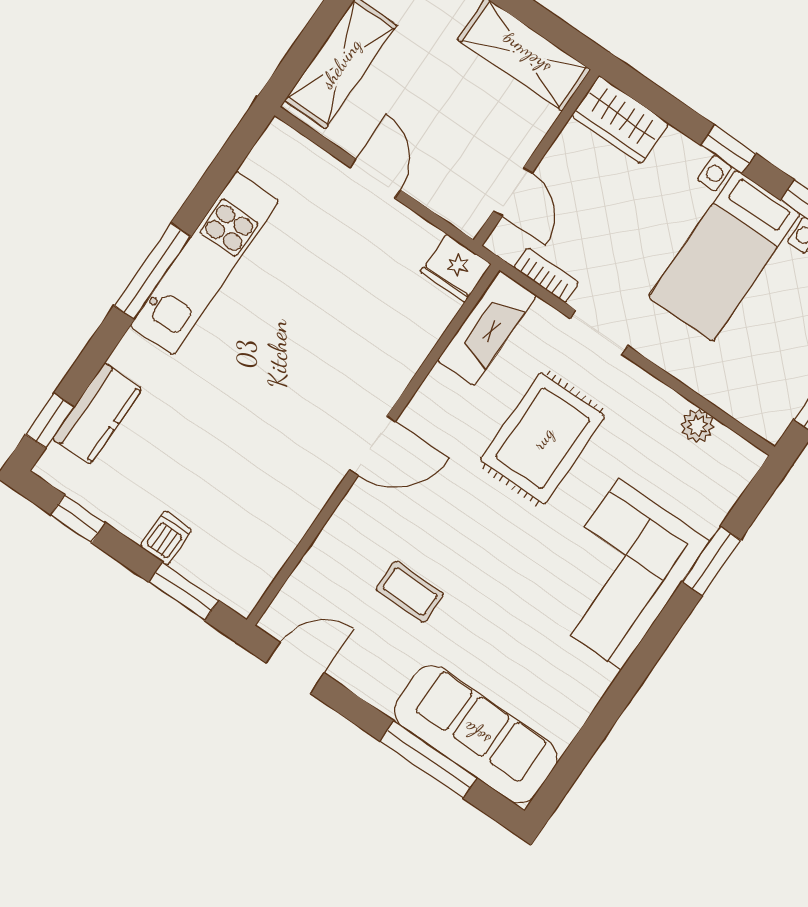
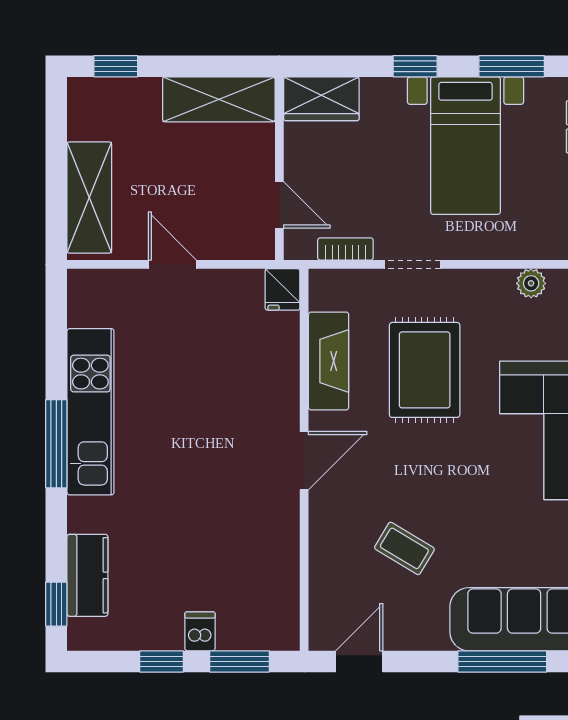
fridge: (456, 268) -> (283, 289), width x0.72
fireplace: (487, 328) -> (329, 361), moved
window: (78, 519) -> (162, 661), moved
coffee table: (410, 592) -> (404, 548), turned 31

